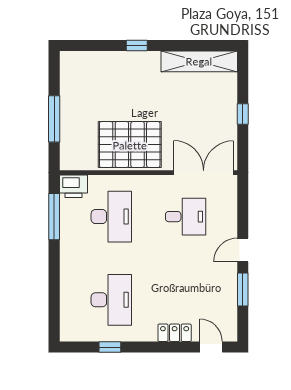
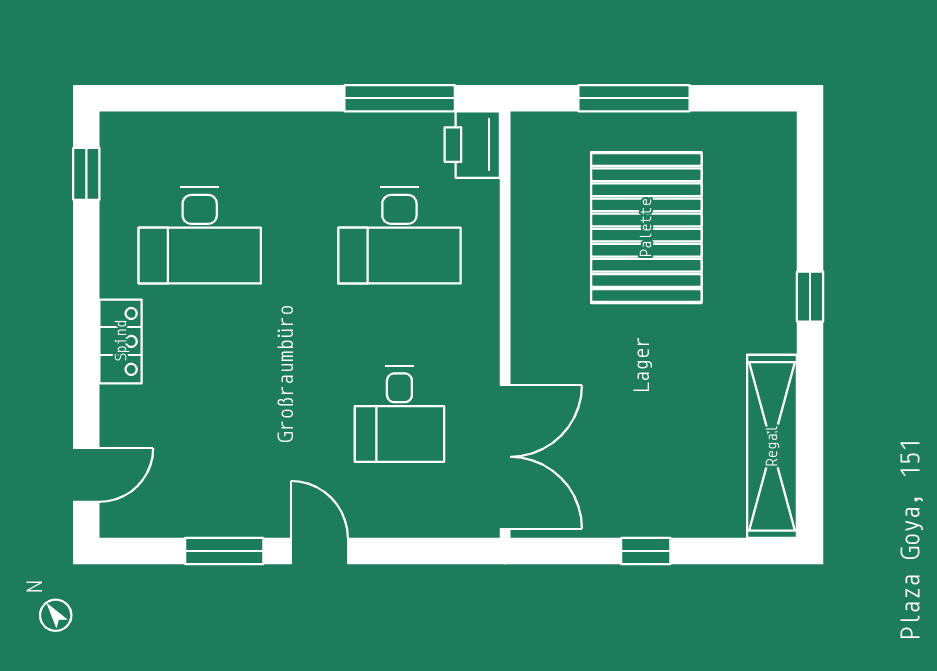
pallet: (130, 145) -> (646, 228), moved
locker: (175, 333) -> (121, 341), moved
window: (110, 347) -> (86, 174), moved

